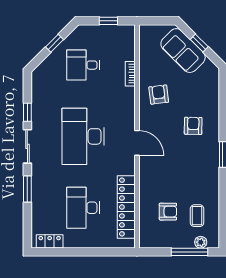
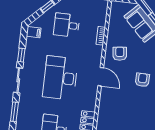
filing cabinet: (40, 80) -> (34, 32), added
door: (137, 143) -> (101, 77), moved

